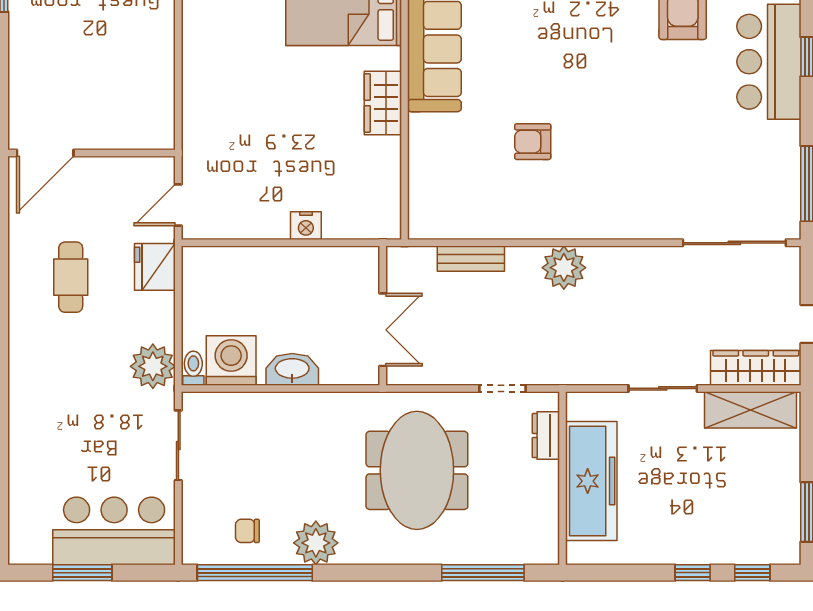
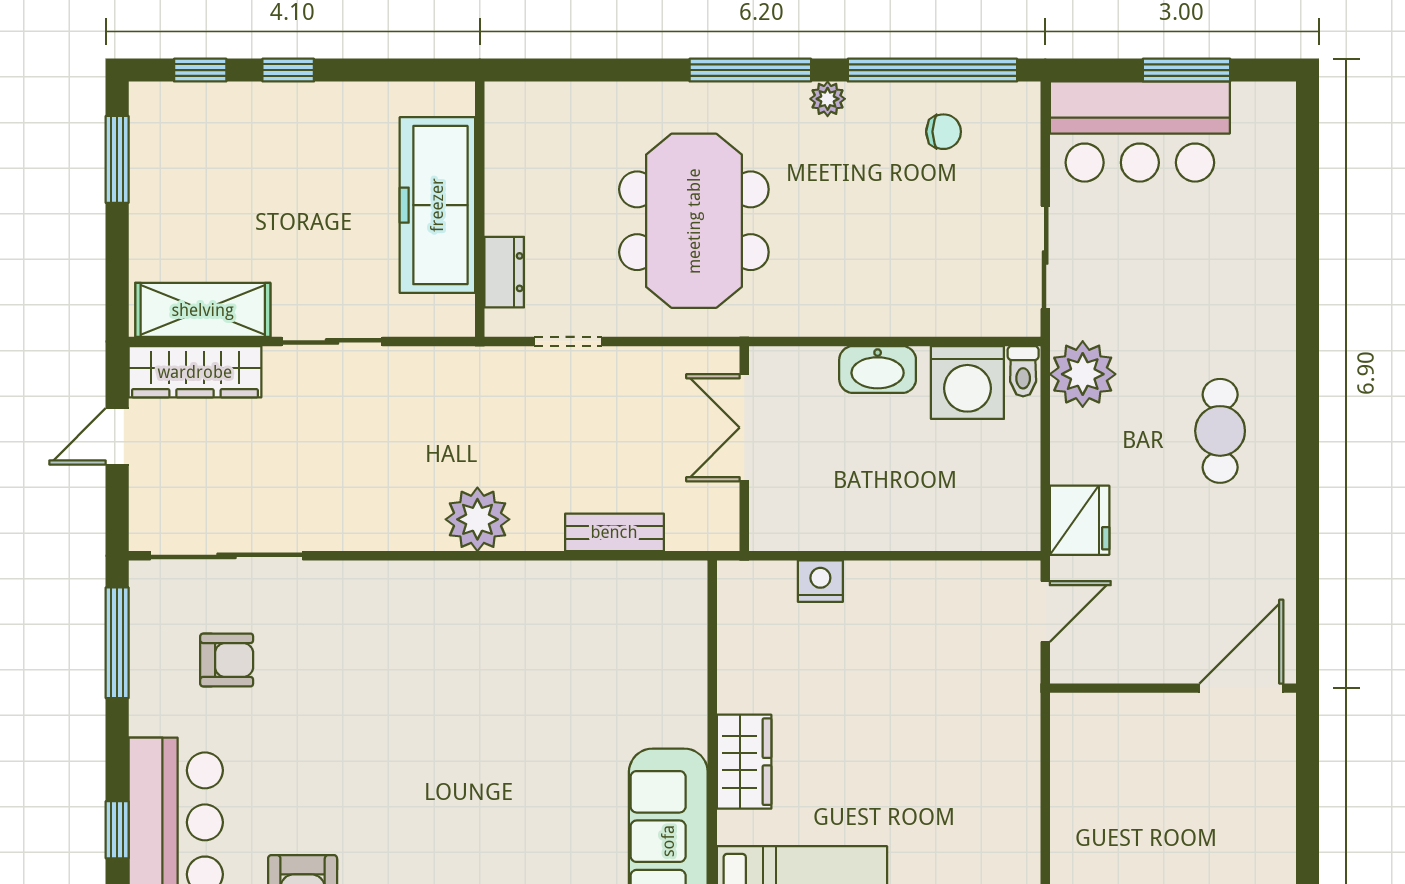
armchair: (533, 142) -> (227, 660), moved
nightstand: (306, 226) -> (820, 581), moved
cafe table: (71, 277) -> (1220, 431), moved
plant: (316, 543) -> (828, 99), width x0.53, depth x0.53
window: (483, 573) -> (750, 70), moved

